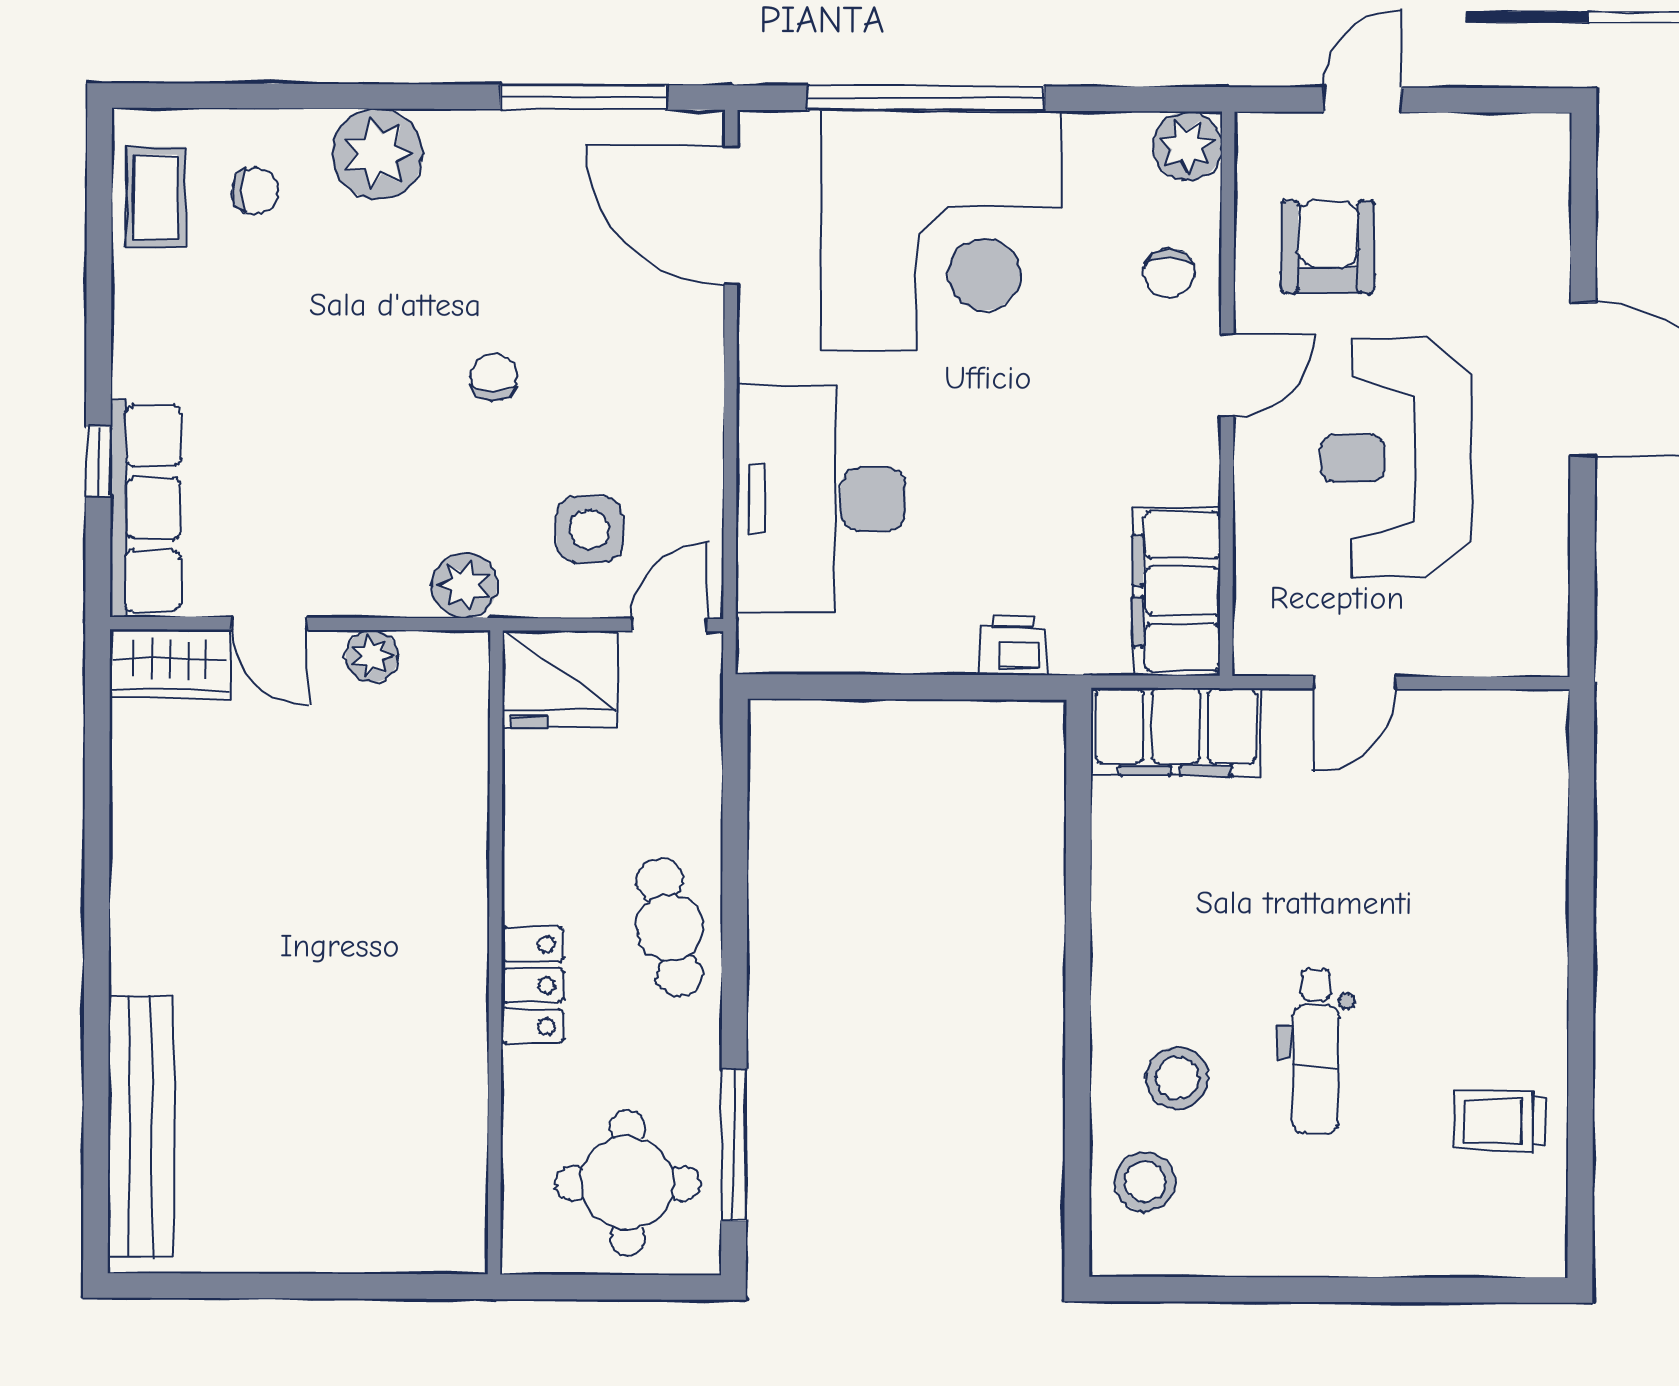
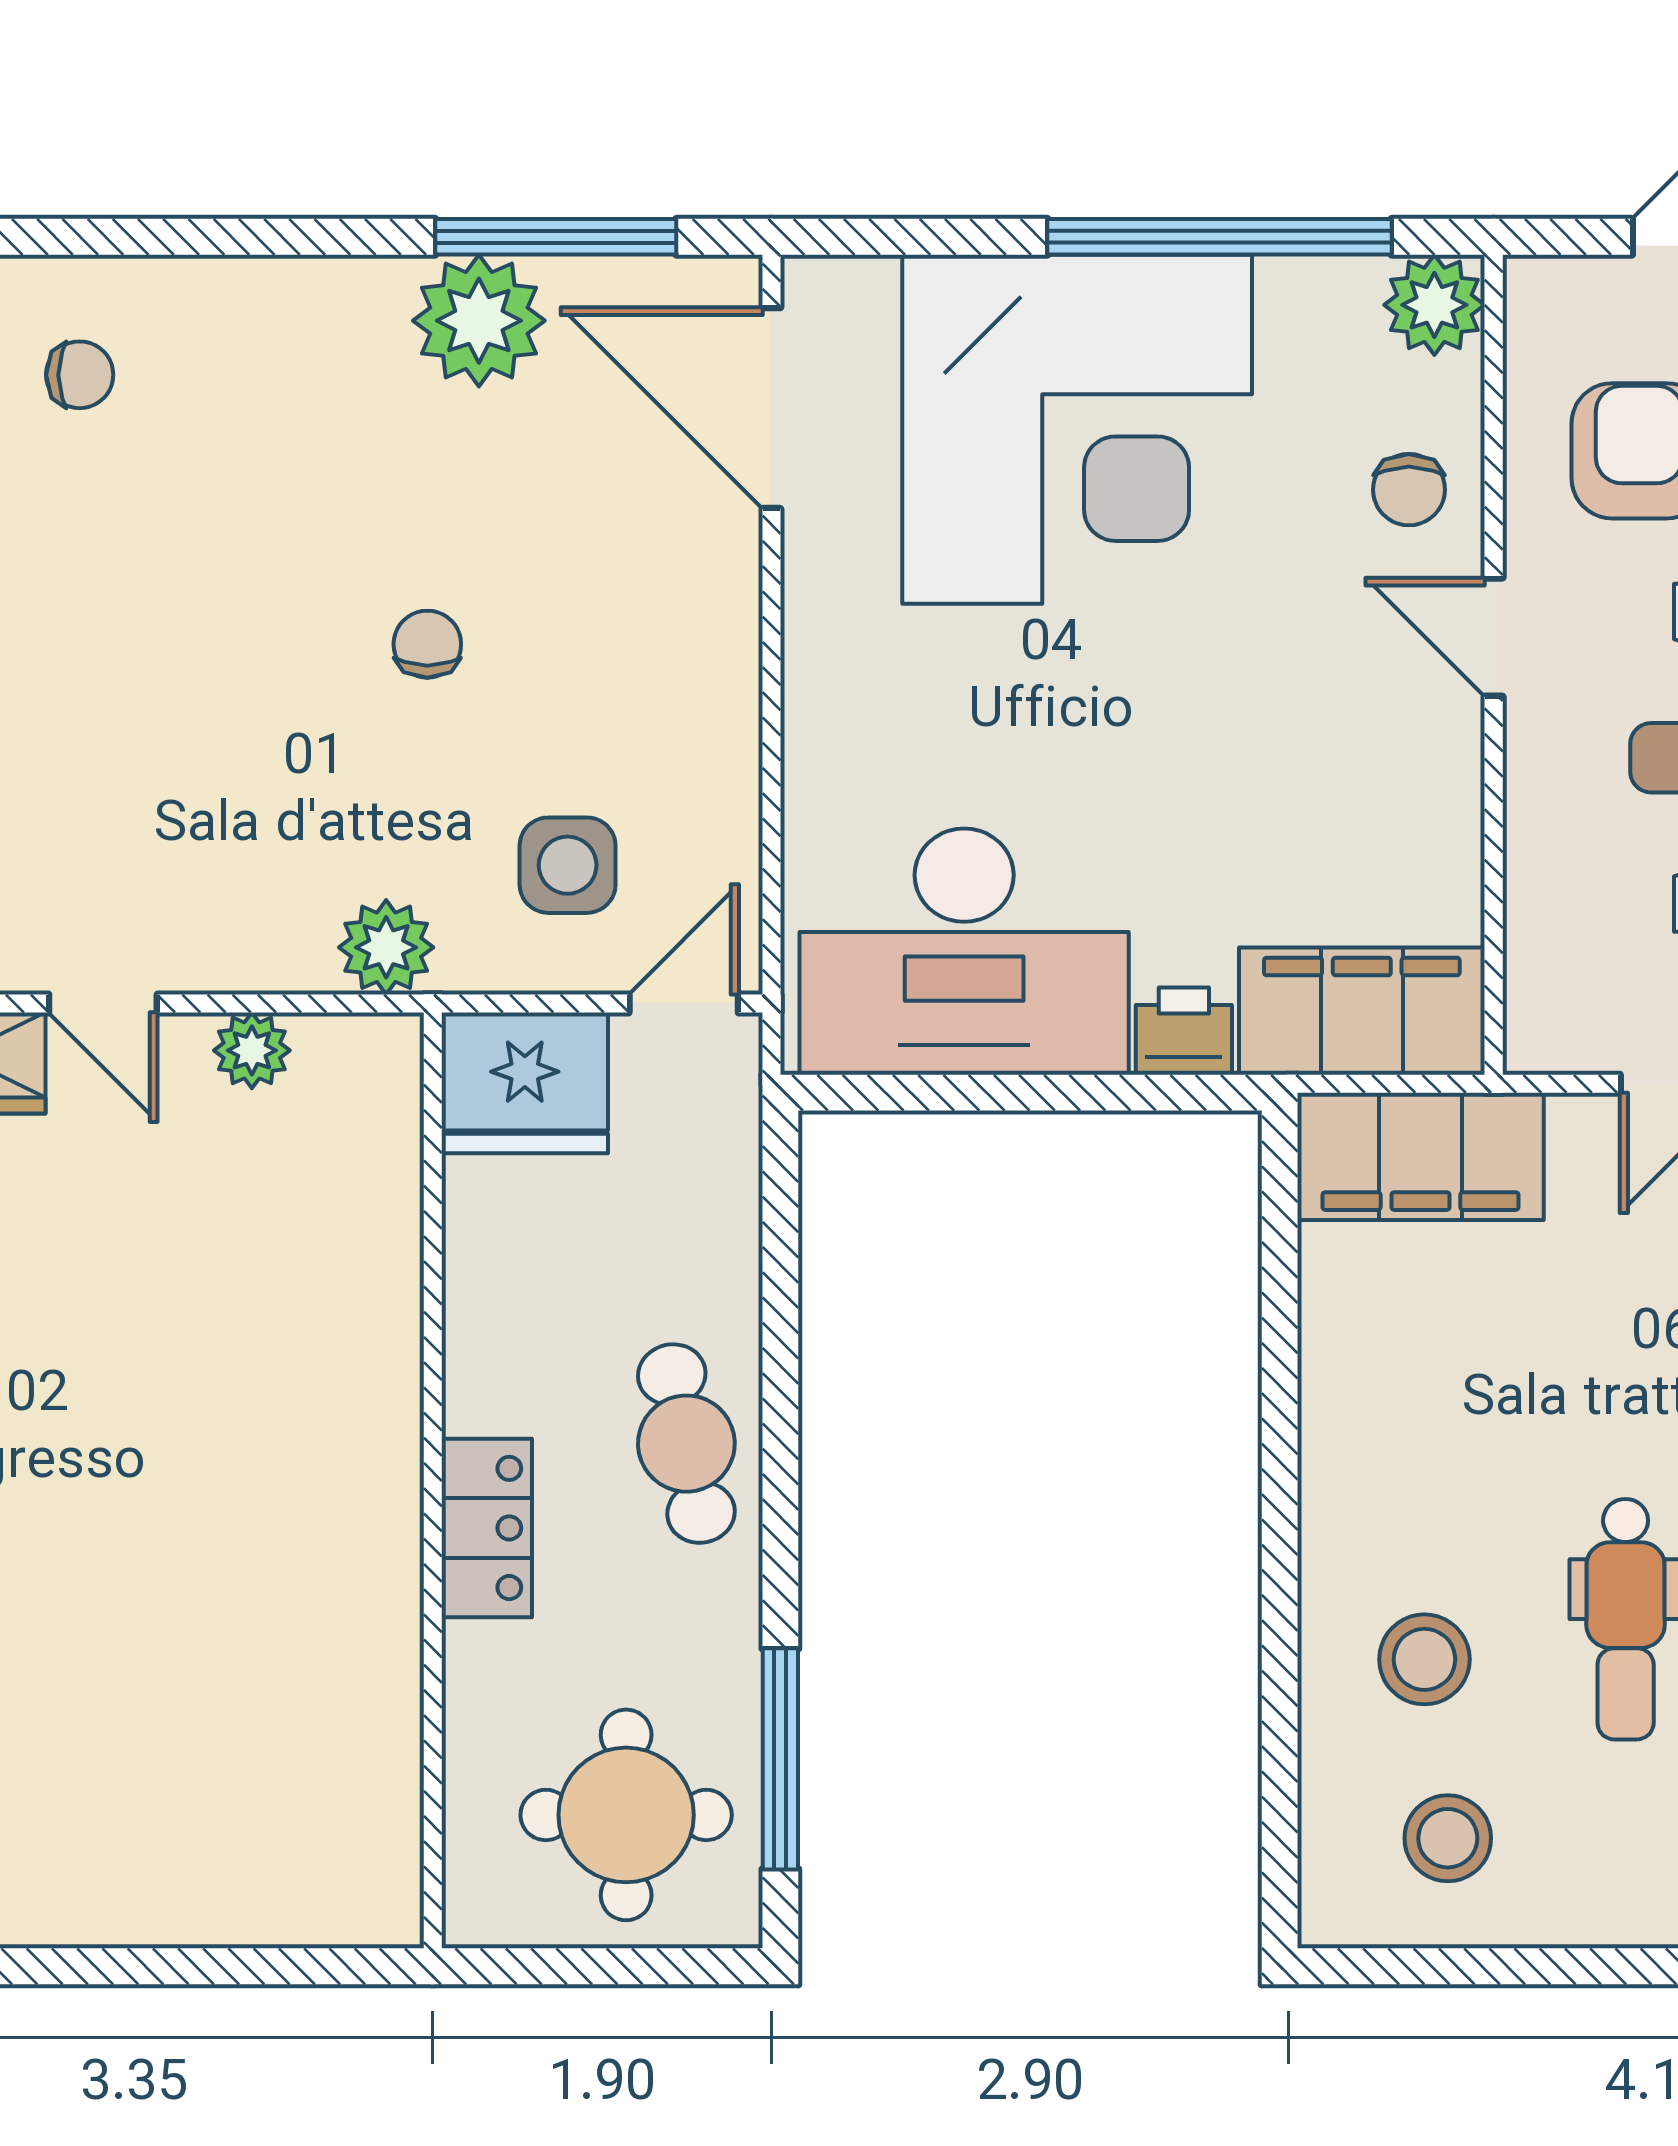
window: (926, 98) -> (1220, 237), moved
plant: (378, 154) -> (479, 321), moved
door: (1227, 375) -> (1494, 637), swing flipped
desk: (821, 499) -> (964, 952), moved, turned -90
filing cabinet: (1177, 591) -> (1362, 1011), moved, turned 90
stool: (1145, 1182) -> (1448, 1838), moved

